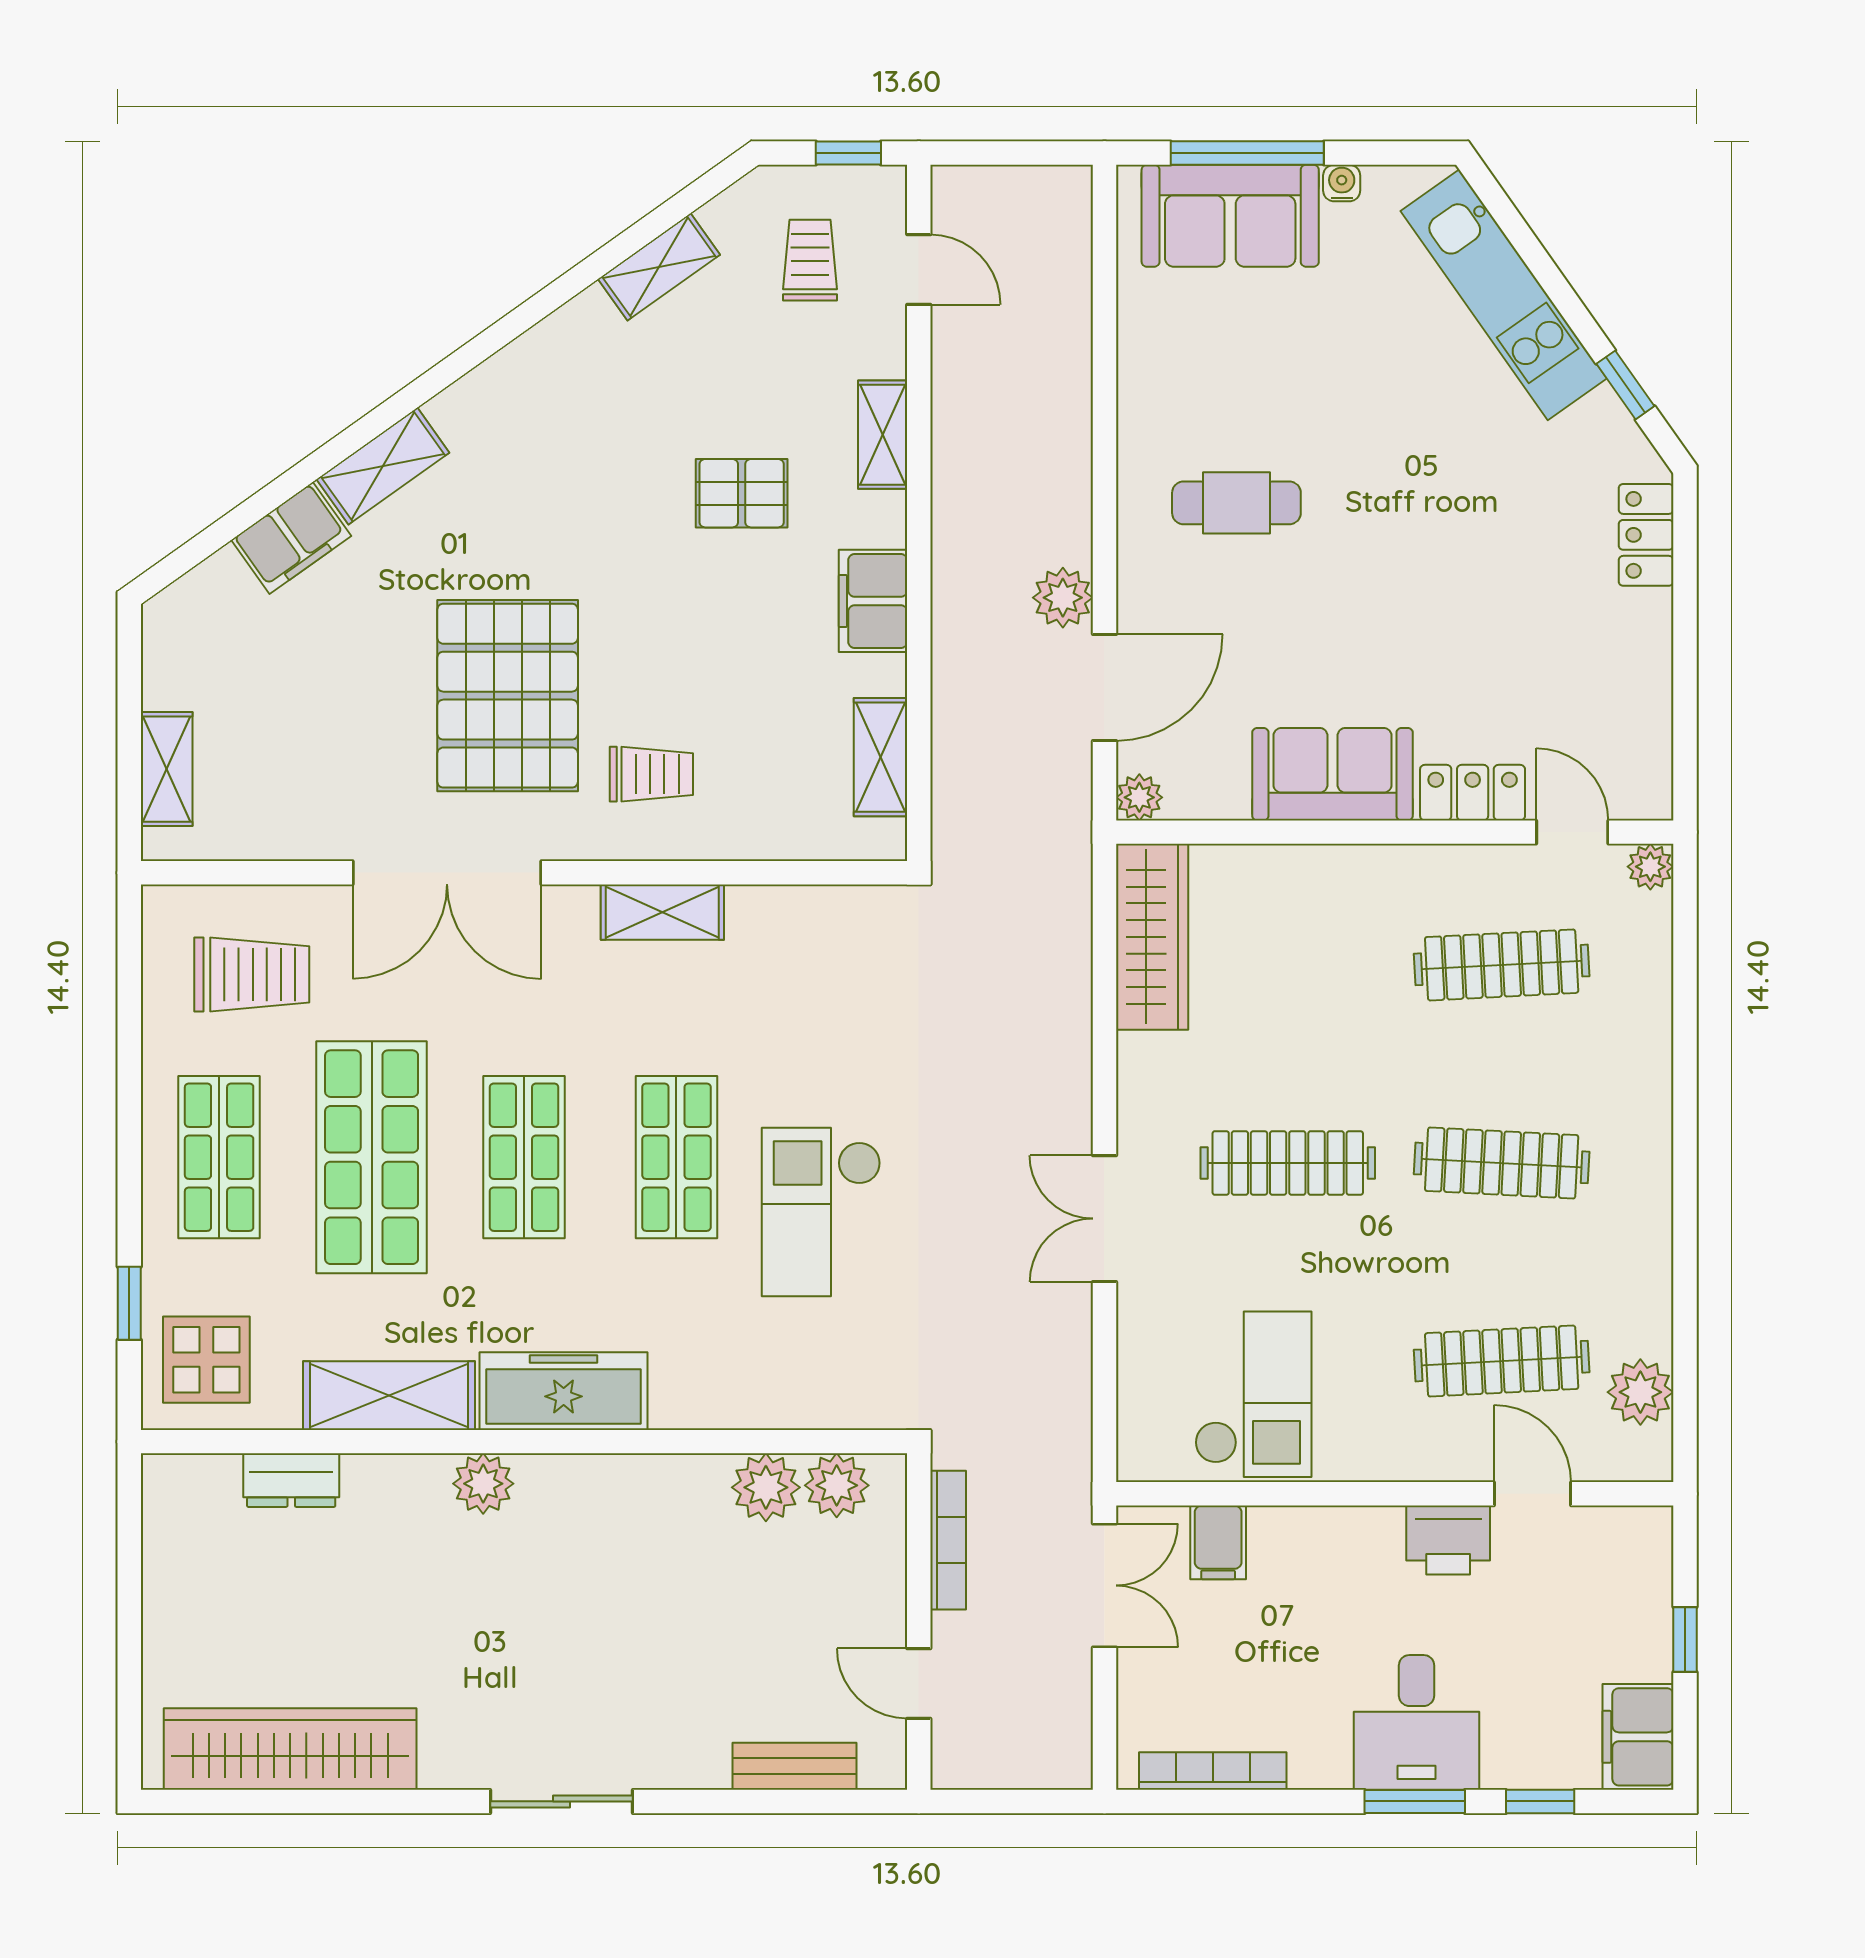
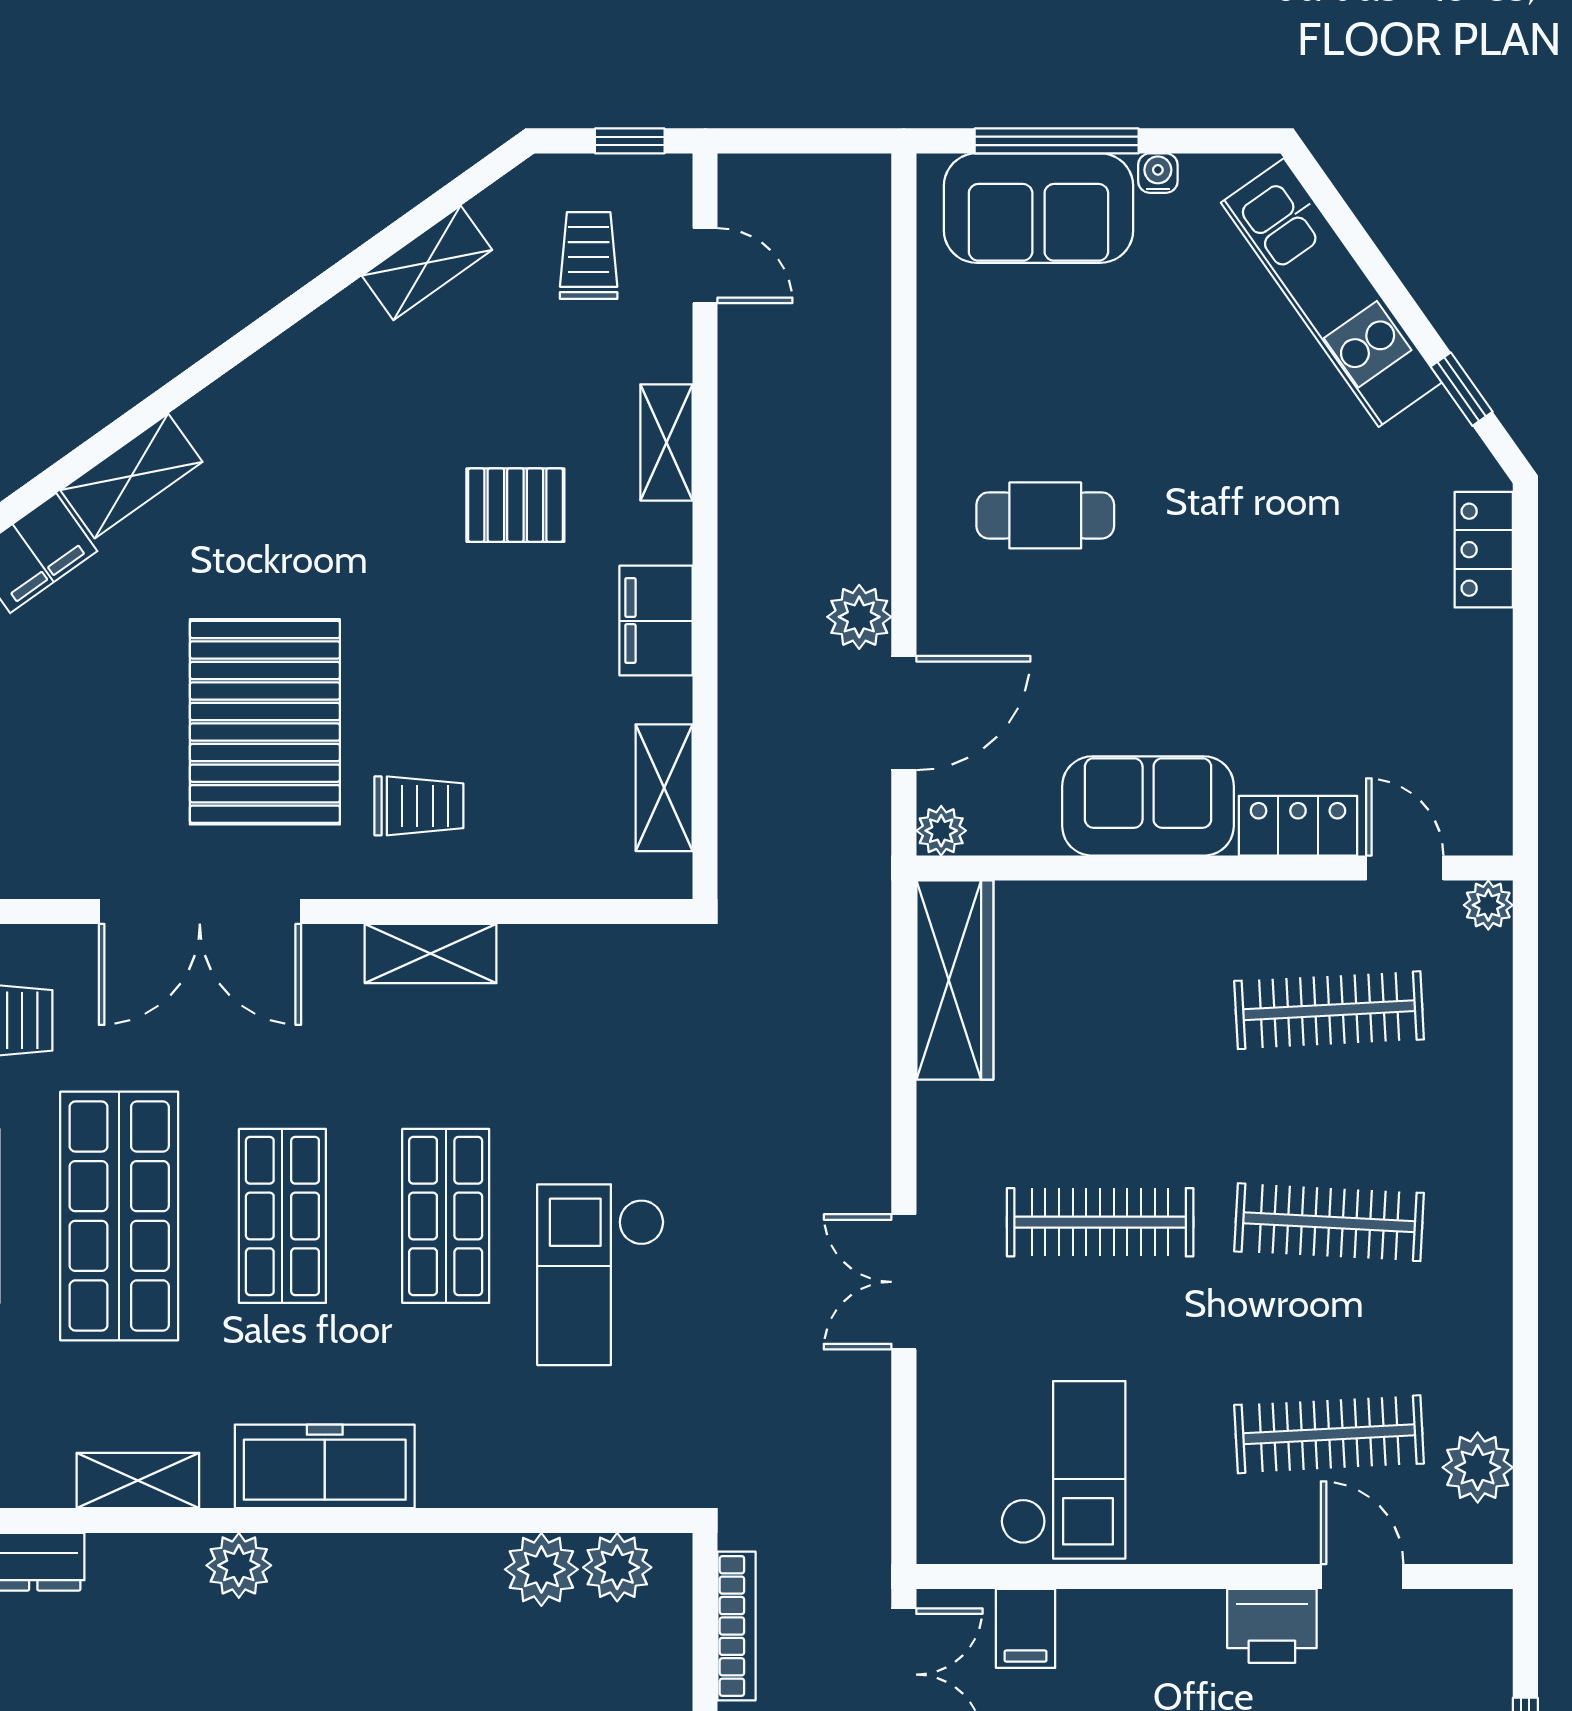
shelving: (389, 1396) -> (138, 1480), width x0.67, depth x0.75

